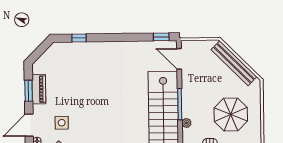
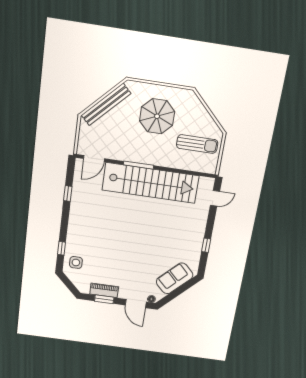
window: (161, 37) -> (68, 194), moved
side table: (62, 123) -> (76, 262), moved
plant: (187, 123) -> (158, 161), removed

